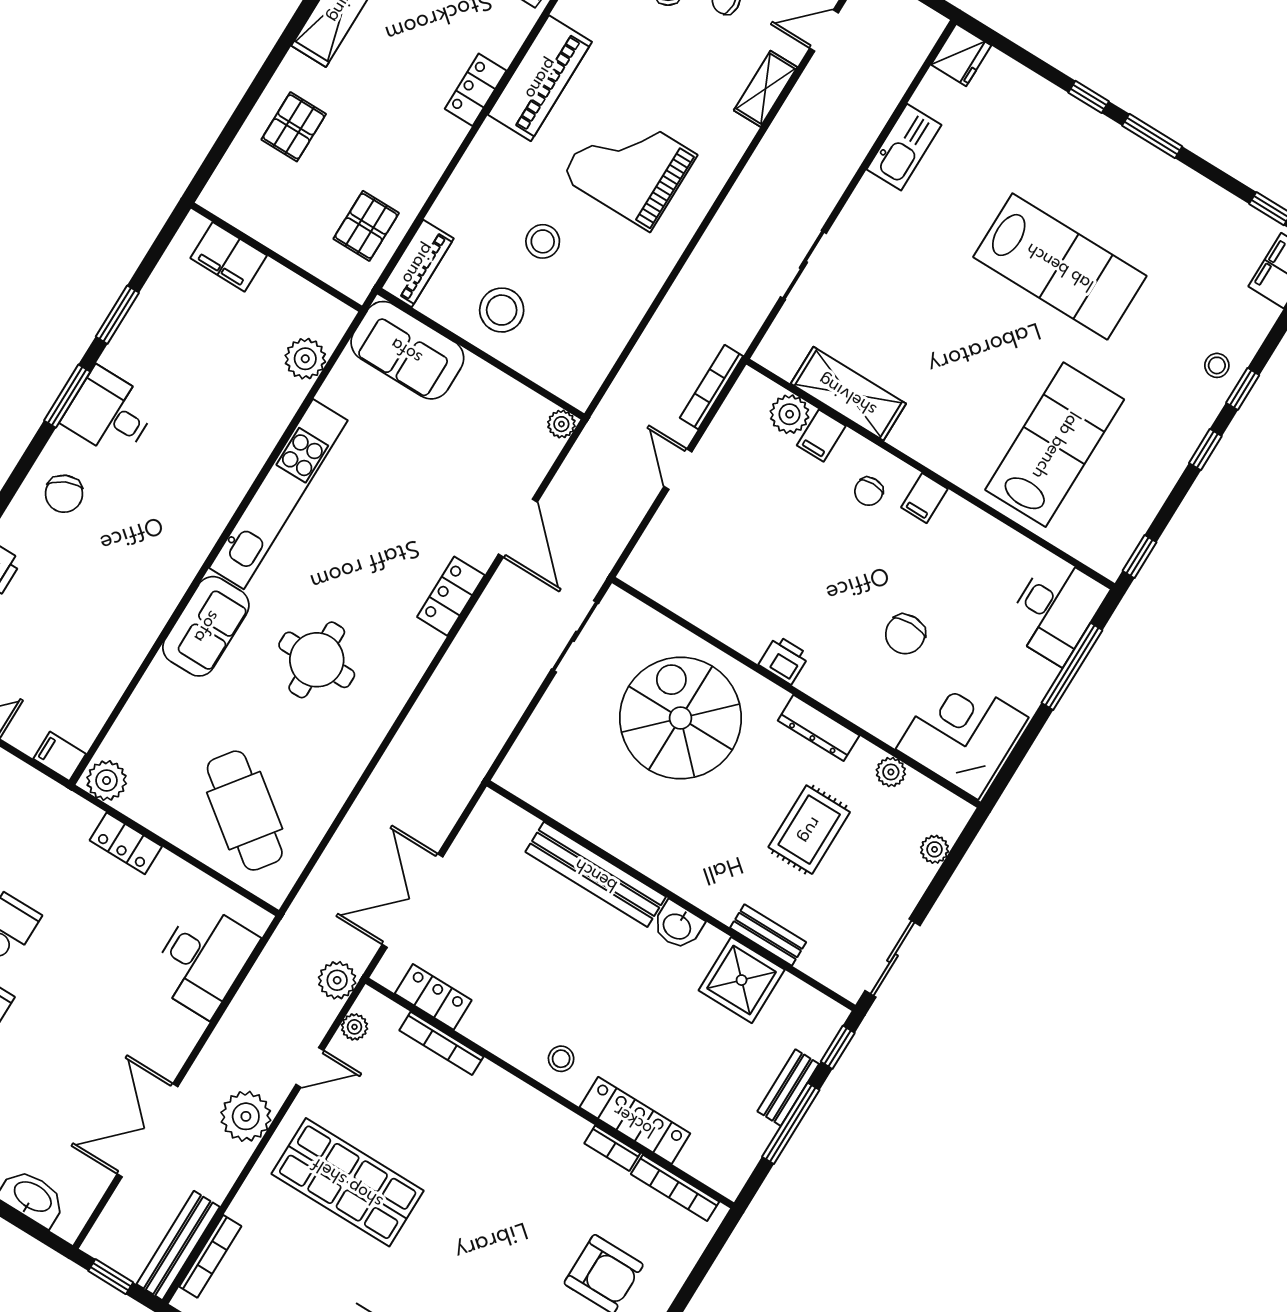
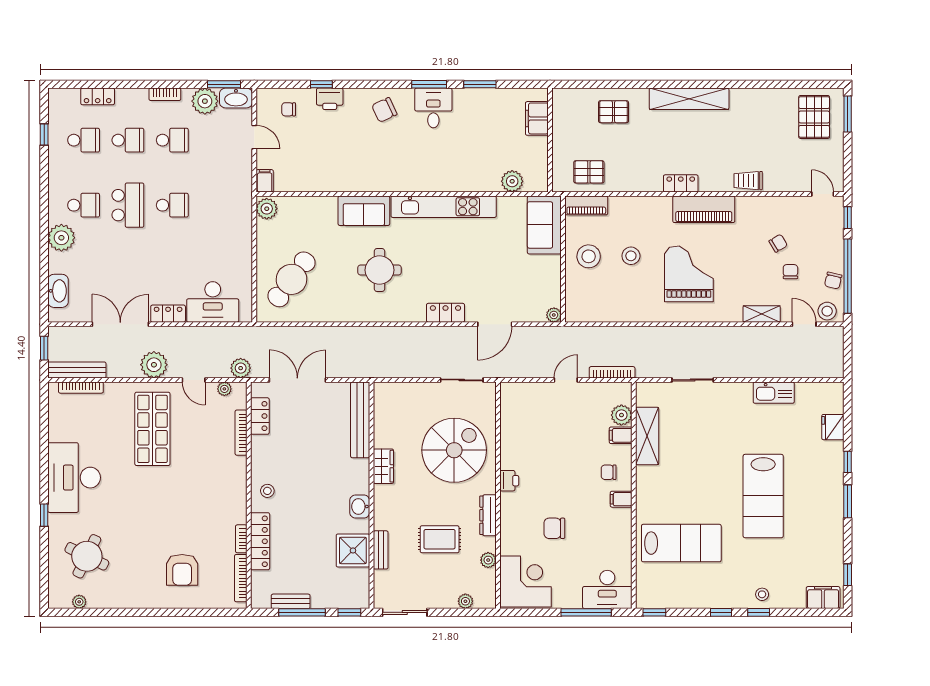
fridge: (961, 55) -> (833, 427), moved, turned 90
locker: (126, 843) -> (168, 314), moved, turned 90
wardrobe: (636, 848) -> (383, 466), added
bench: (596, 874) -> (360, 420), moved
bench: (788, 1088) -> (291, 601), moved

